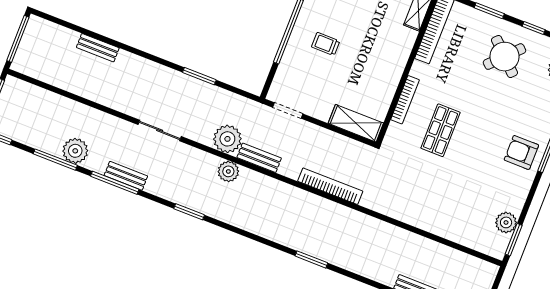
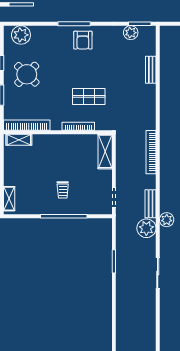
bench: (98, 48) -> (151, 70), moved

